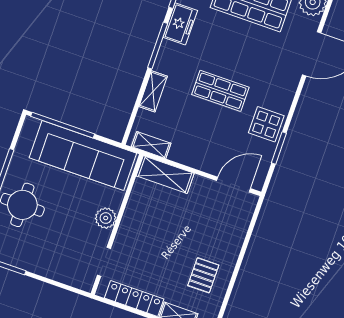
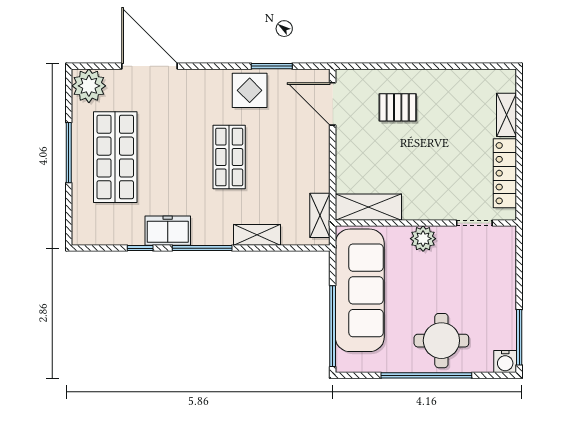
shelving: (165, 175) -> (368, 207), moved, turned 90
pallet: (203, 275) -> (398, 107), moved

